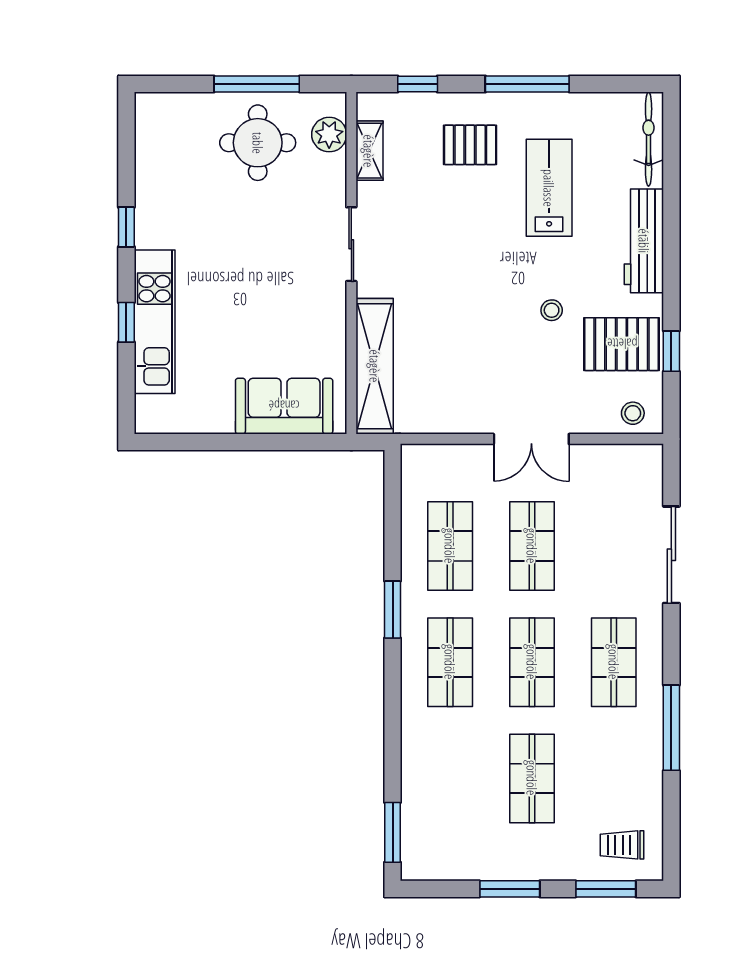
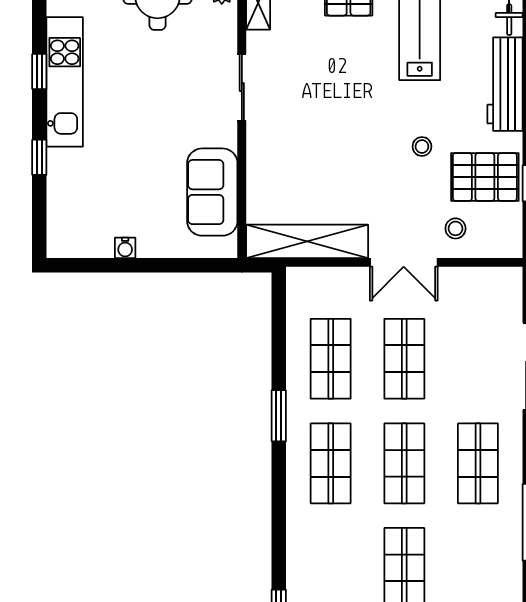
kitchen unit: (155, 322) -> (65, 82), moved
shelving: (375, 366) -> (307, 241), moved, turned 90
sofa: (284, 406) -> (212, 192), moved, turned -90
stool: (633, 413) -> (455, 228), moved
water cooler: (222, 423) -> (125, 248), added

